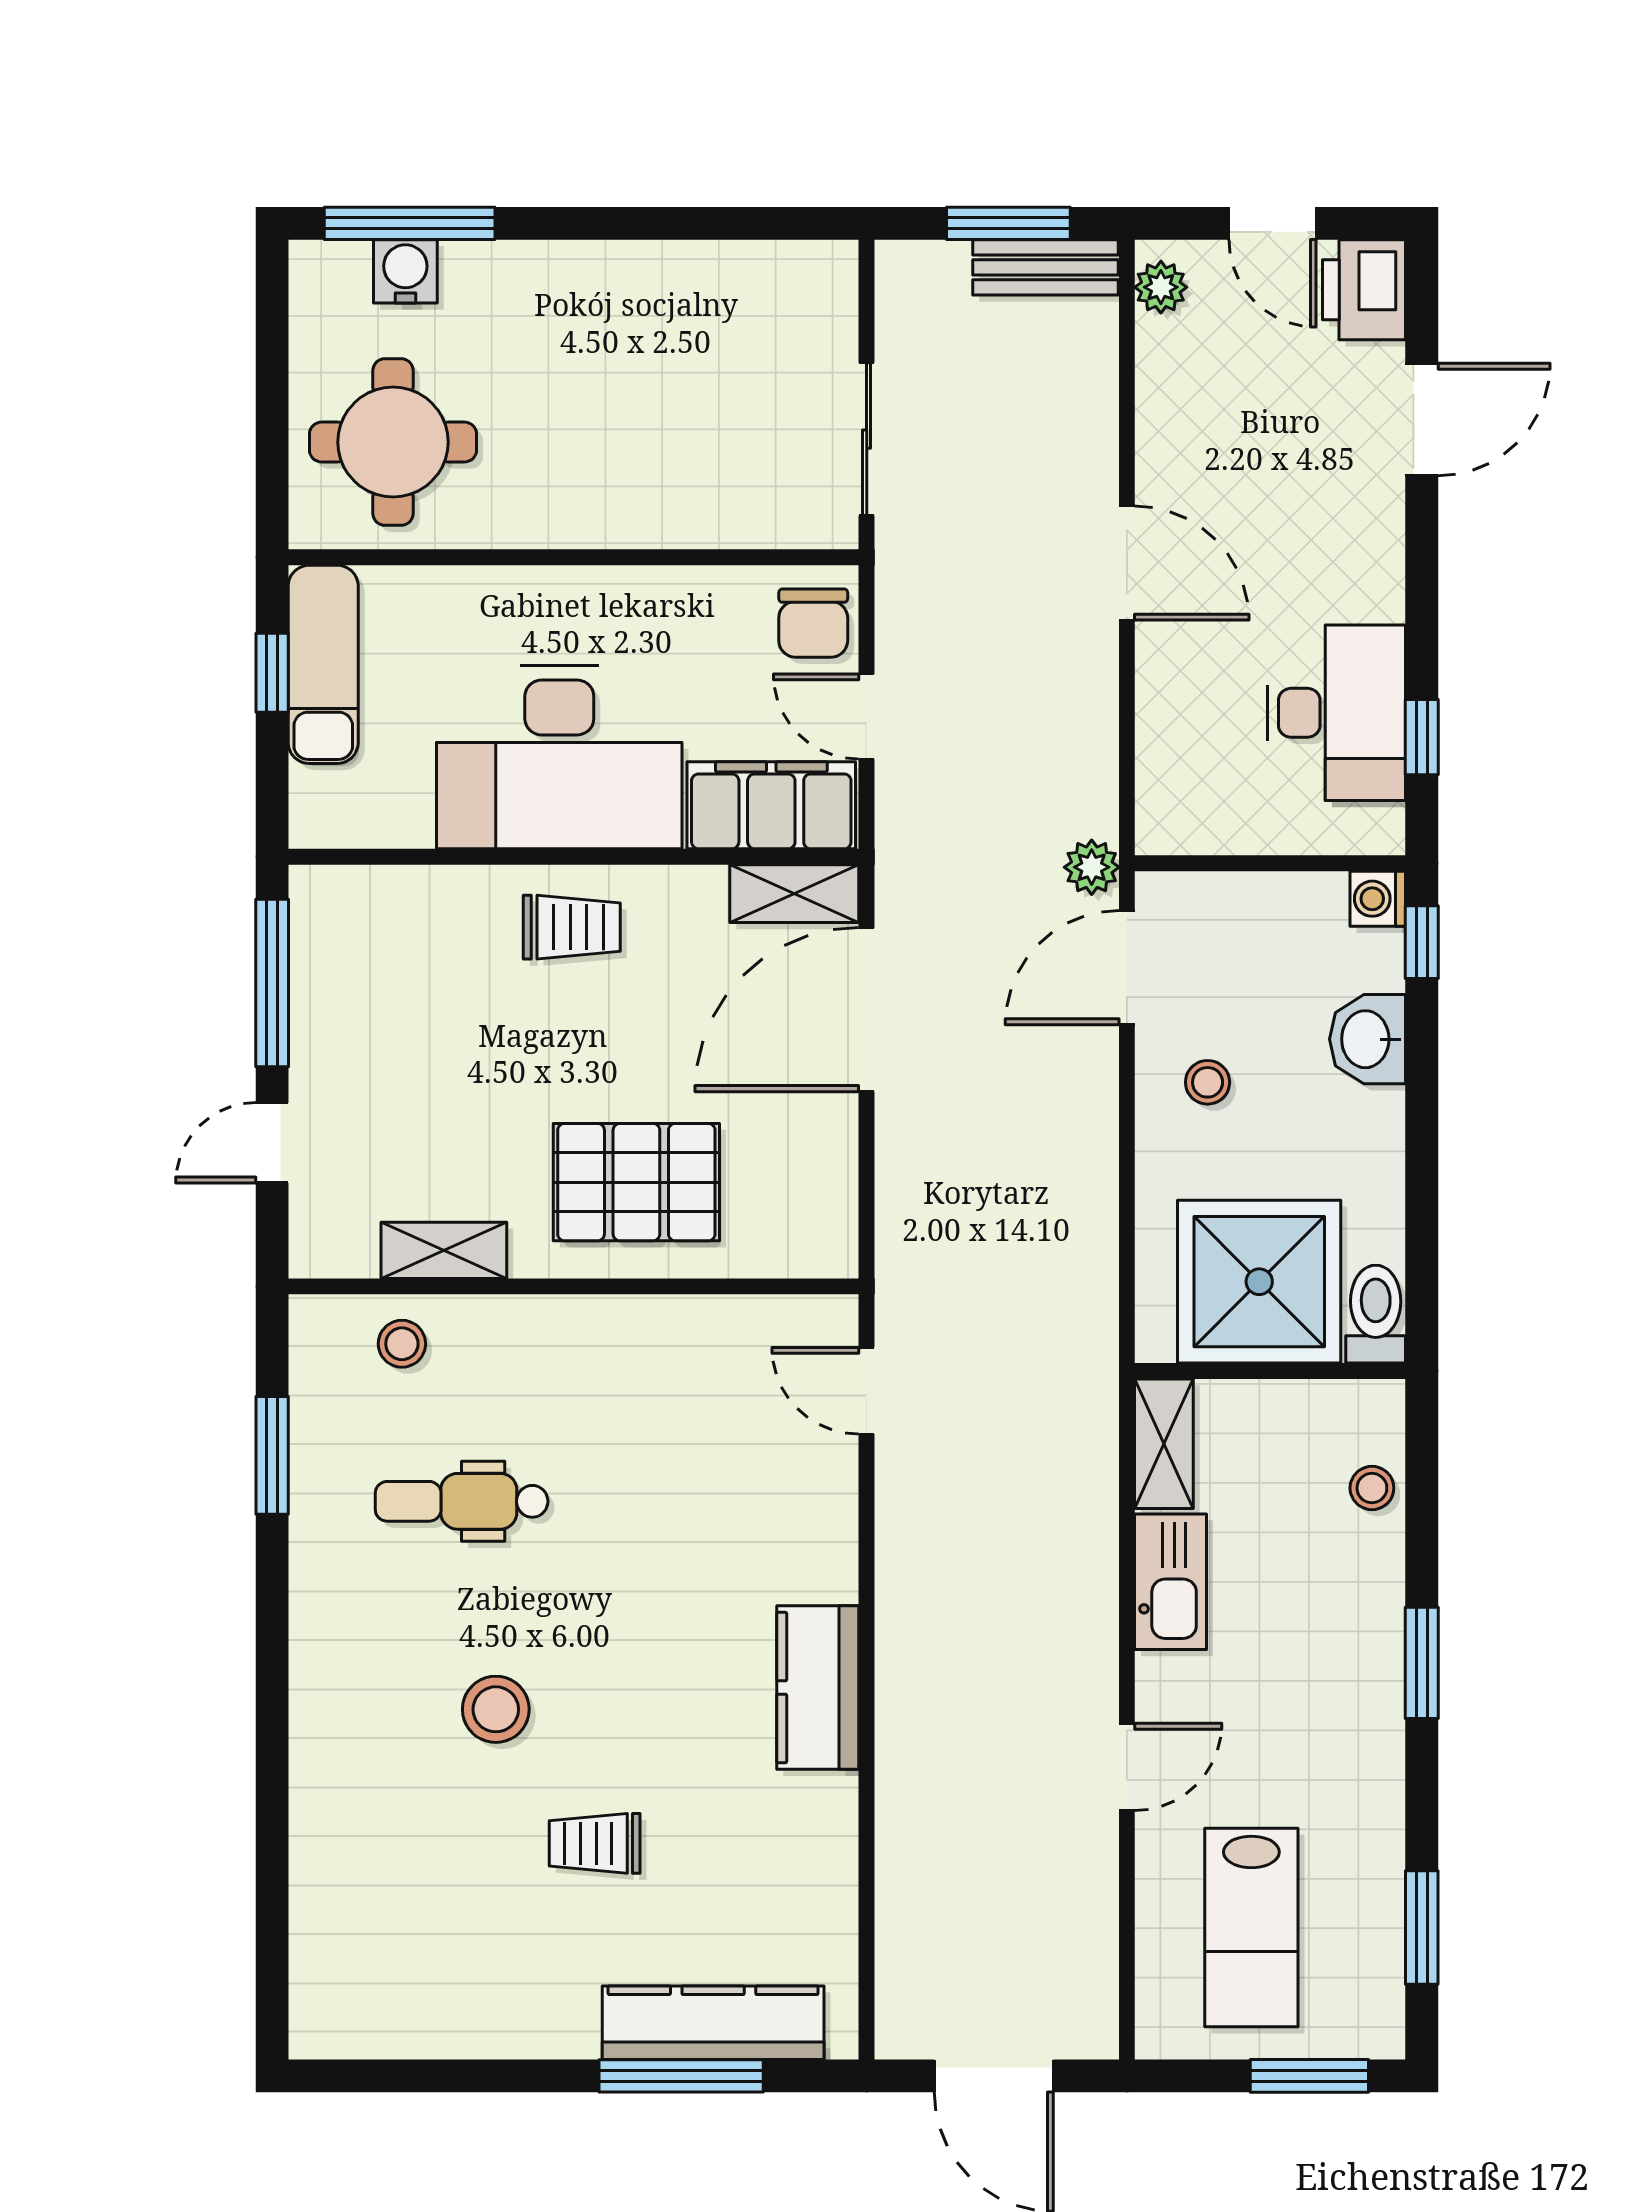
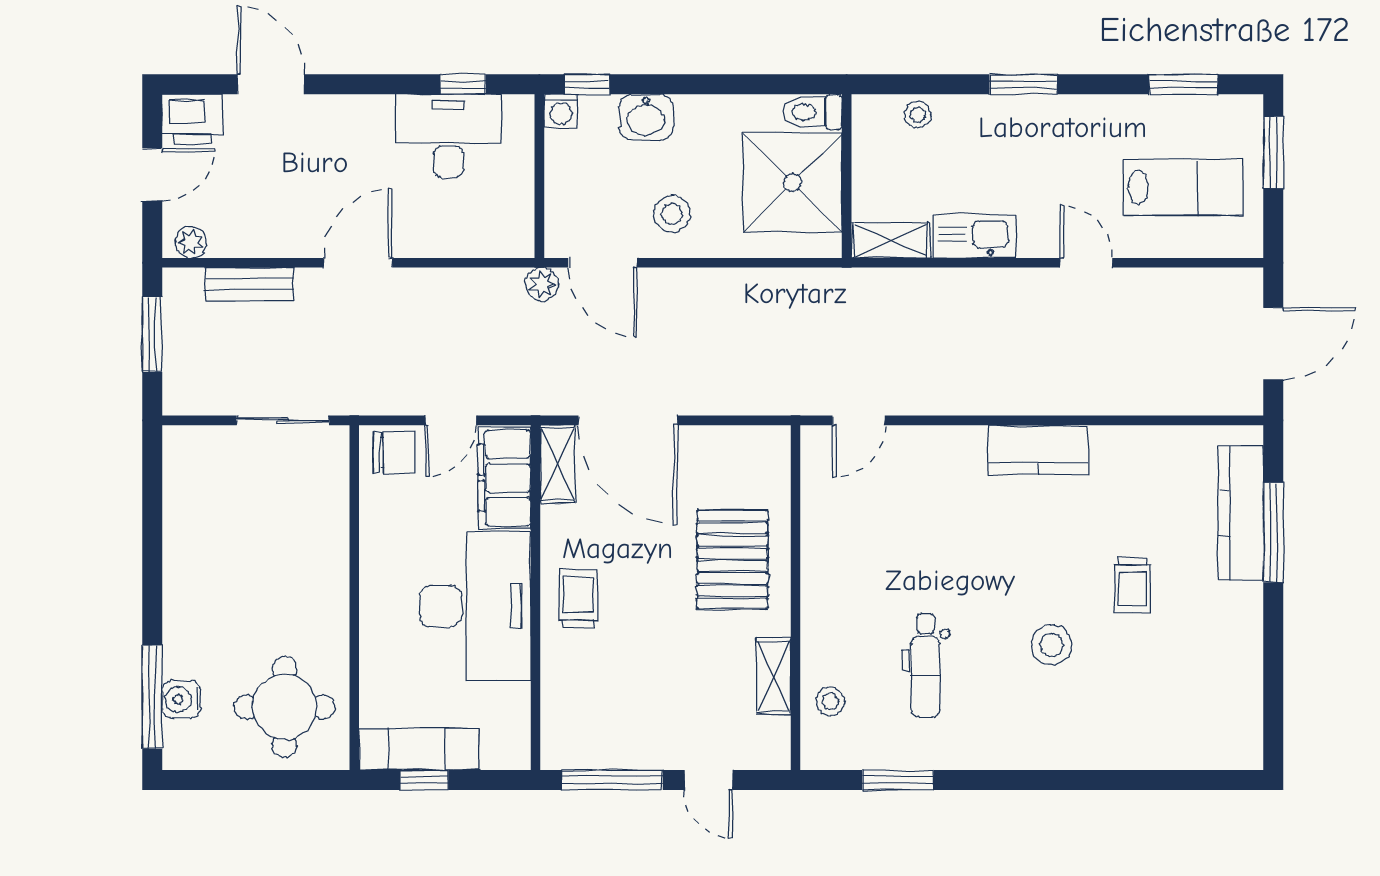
bench: (1045, 267) -> (249, 284), moved, turned 90
stool: (1208, 1082) -> (672, 214), width x1.37, depth x1.37

